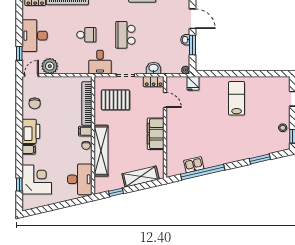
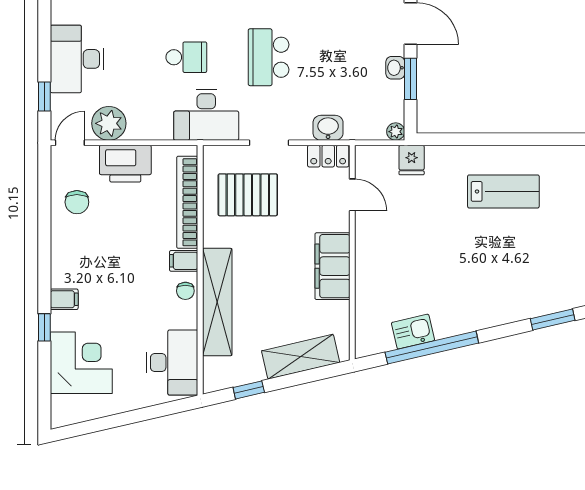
desk: (100, 62) -> (206, 115), width x1.37
lab bench: (237, 98) -> (503, 191), turned 90
printer: (31, 131) -> (125, 164), moved, turned 90
window: (19, 184) -> (44, 327), moved

